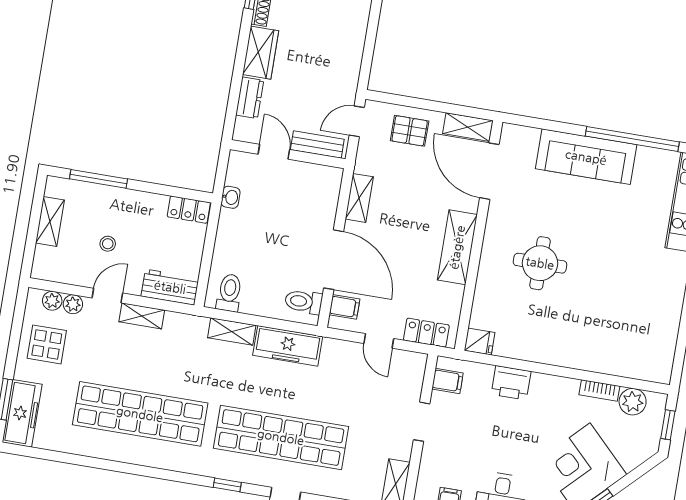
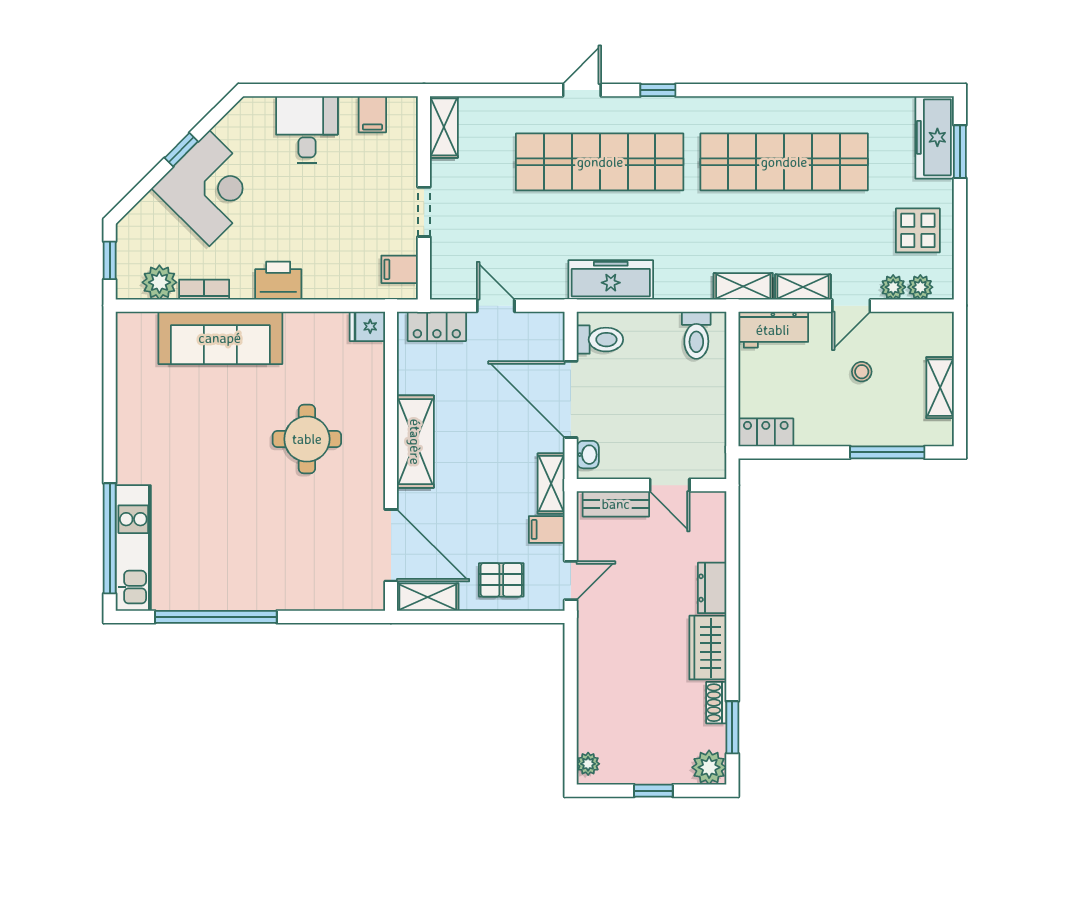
bench: (317, 144) -> (616, 504), moved
door: (274, 152) -> (670, 485), moved
wall: (288, 154) -> (651, 485), moved
sofa: (586, 157) -> (220, 338), moved, turned 180
washbasin: (231, 197) -> (588, 455), moved, turned 180
filing cabinet: (344, 307) -> (547, 529), moved
shelving: (232, 331) -> (743, 286), moved
printer: (511, 383) -> (278, 281), moved

